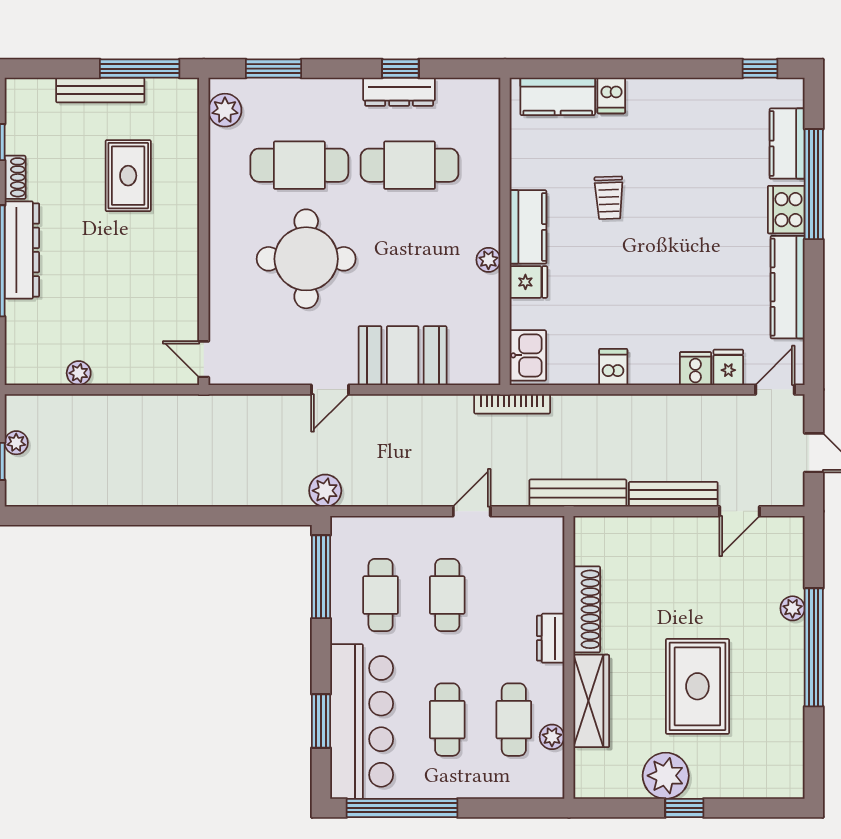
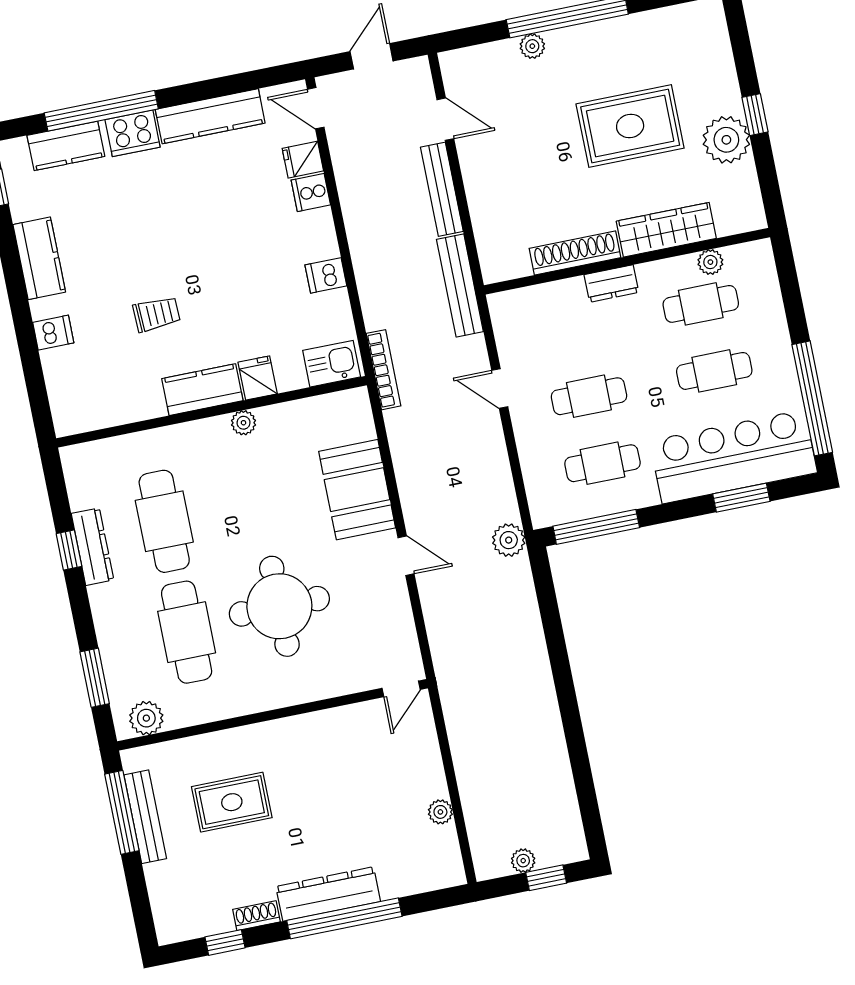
bench: (100, 90) -> (145, 817), moved
kitchen counter: (558, 96) -> (39, 258), moved

